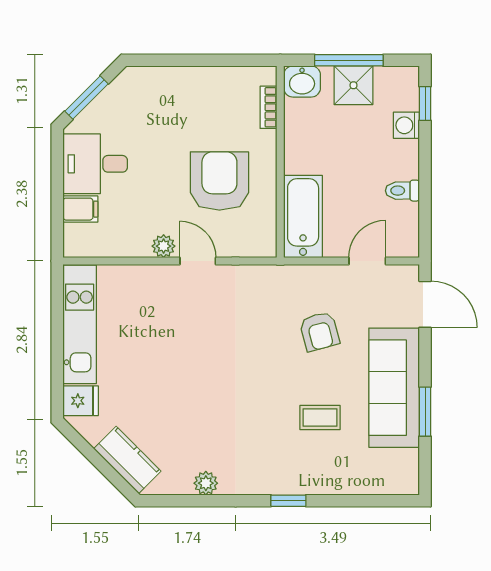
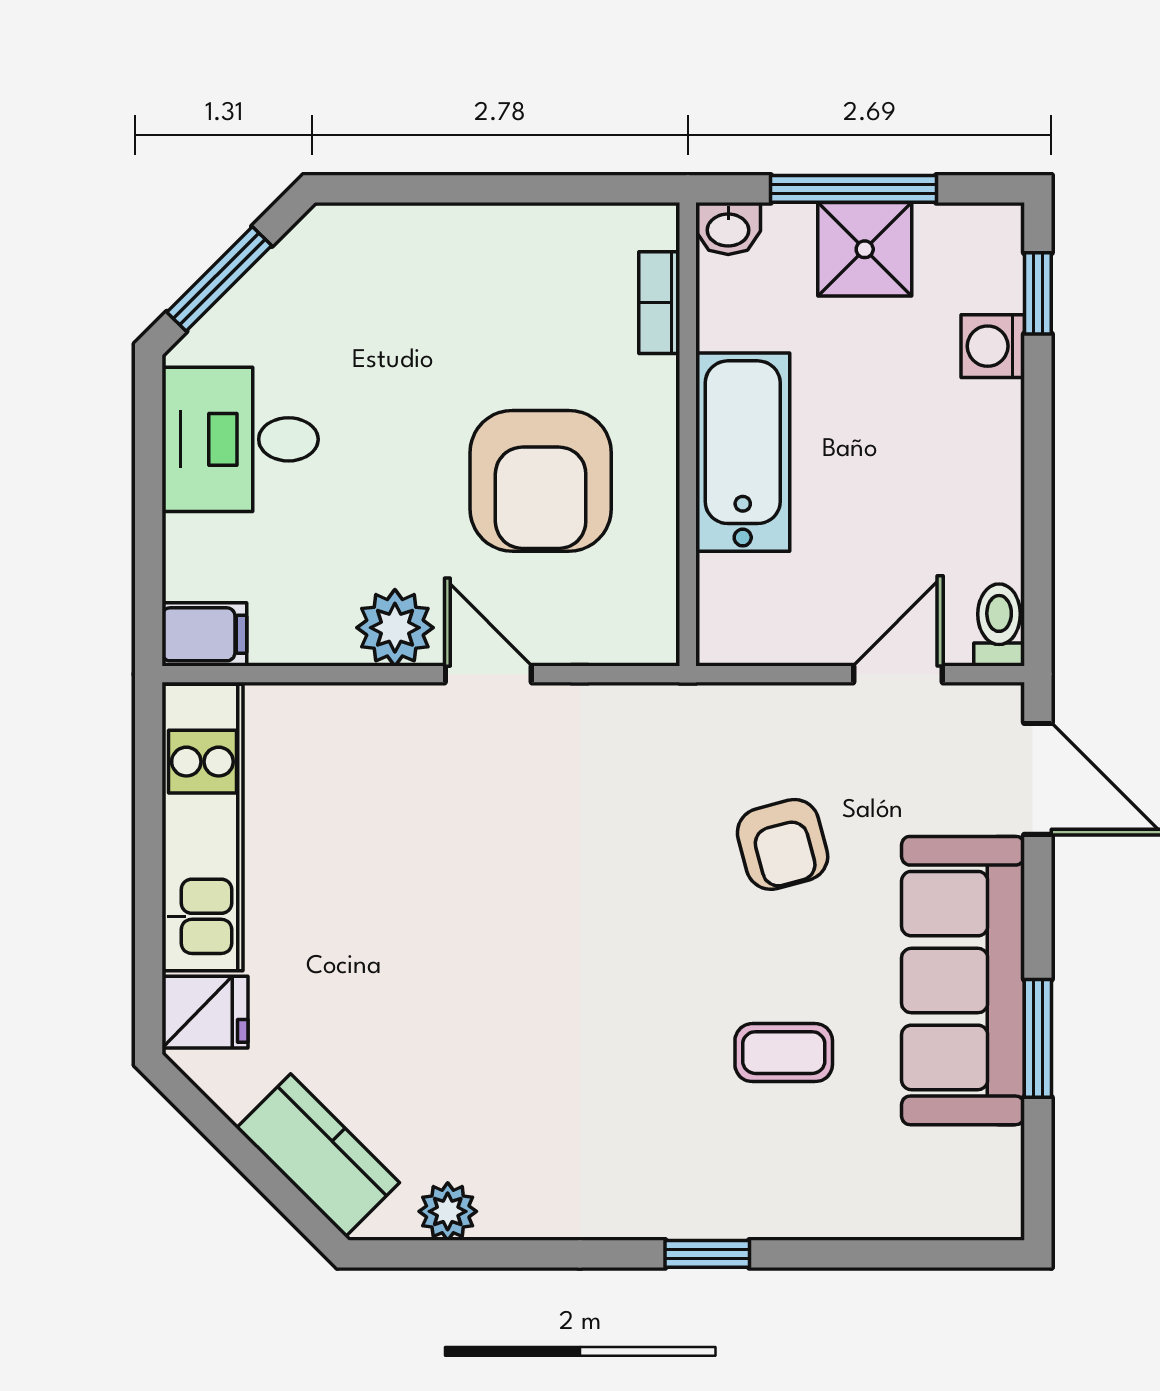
washbasin: (302, 81) -> (728, 229), width x0.72, depth x0.69
armchair: (219, 181) -> (541, 481), turned 180
toilet: (402, 191) -> (999, 625), moved, turned 90
filing cabinet: (80, 209) -> (204, 634), moved
bathtub: (303, 217) -> (743, 452), moved
plant: (164, 246) -> (395, 628), width x1.38, depth x1.38
plant: (206, 483) -> (448, 1211), moved

